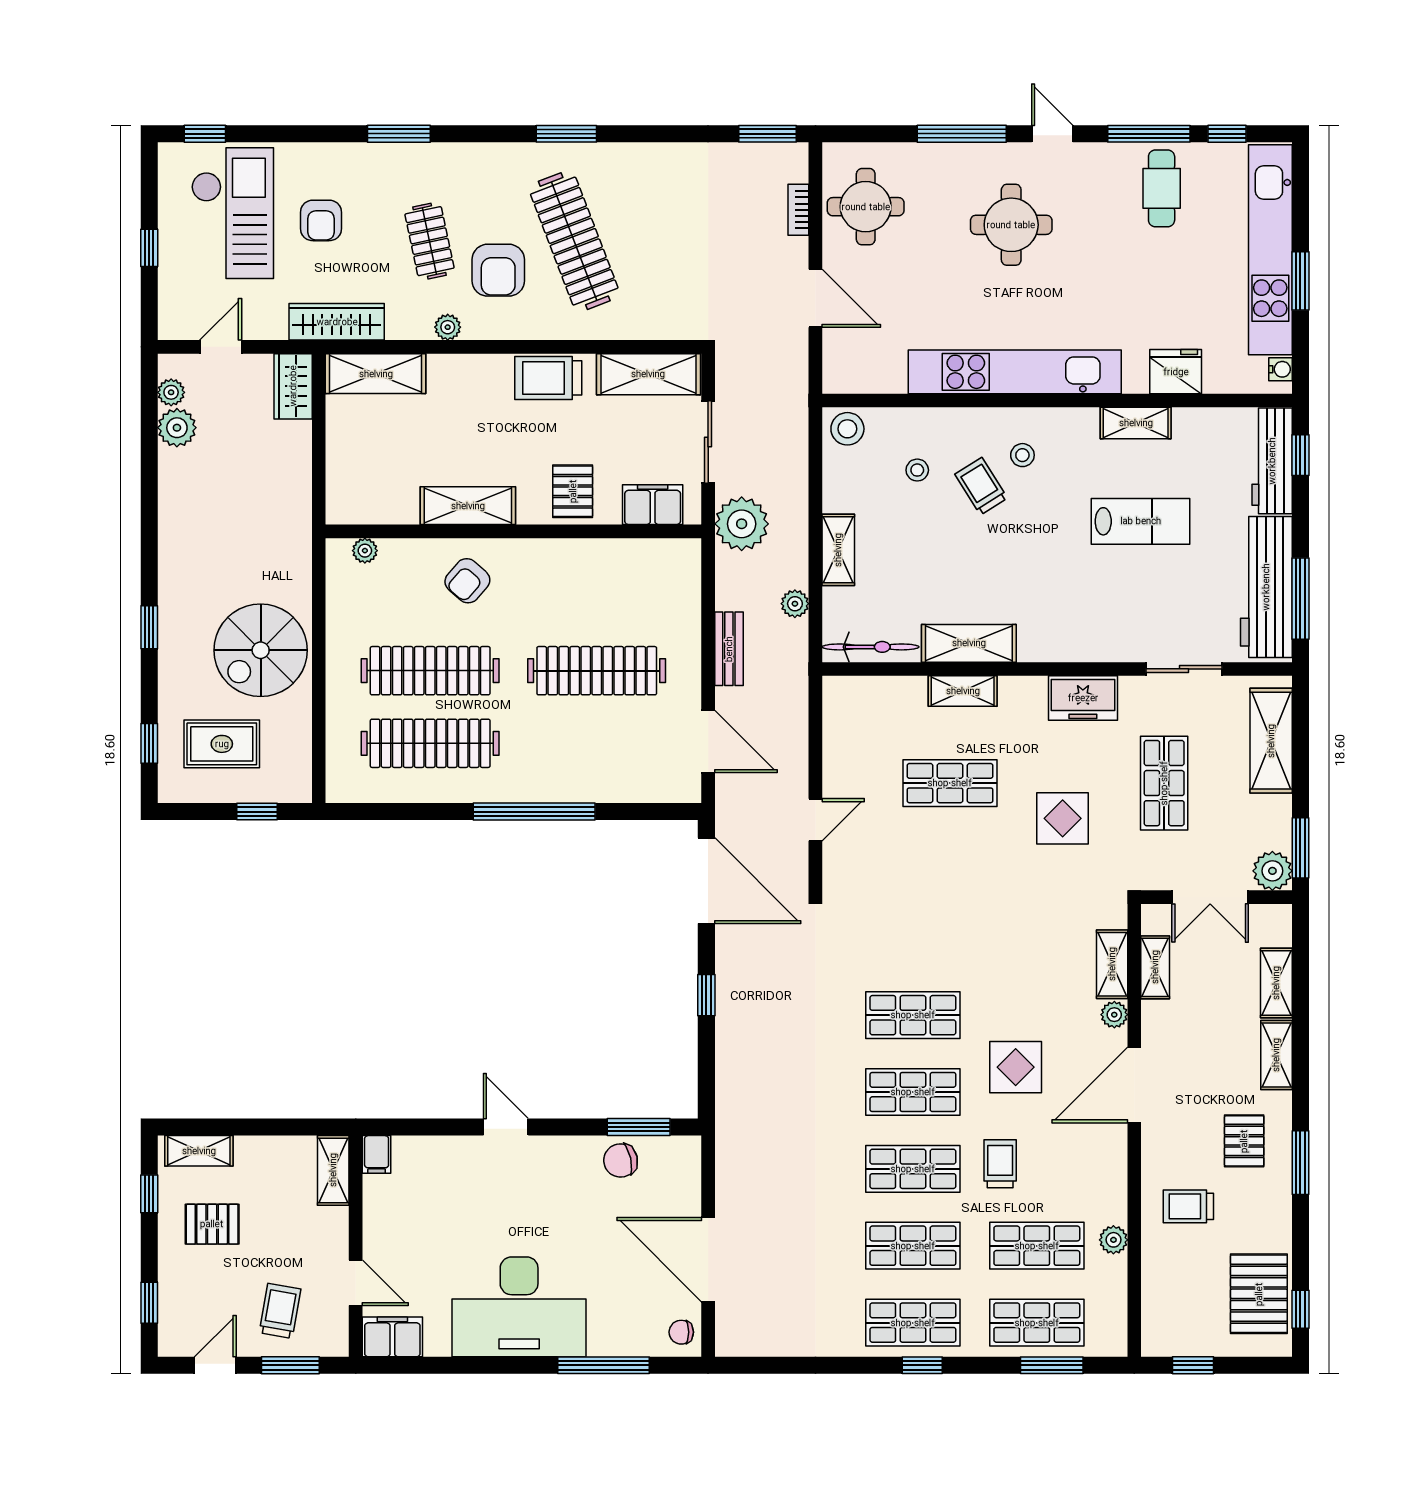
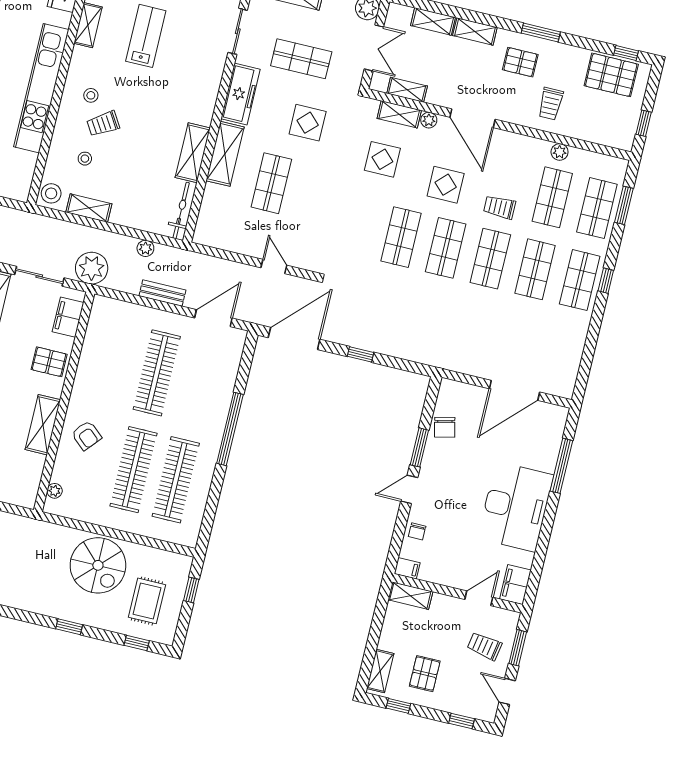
shelving: (838, 550) -> (89, 208), moved
shelving: (963, 691) -> (225, 154), width x1.50, depth x1.33
freezer: (1083, 698) -> (240, 94), width x1.40
display table: (1032, 954) -> (382, 159), added
window: (639, 1127) -> (419, 447), moved
chair: (681, 1332) -> (417, 531), moved

